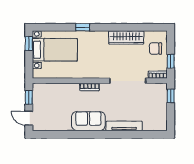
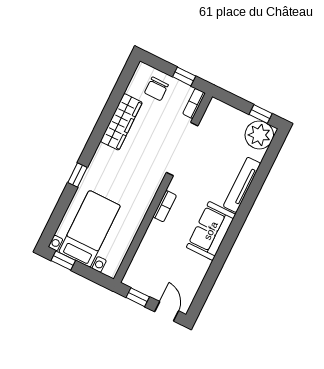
window: (171, 96) -> (261, 114), moved
door: (29, 118) -> (167, 311), swing flipped
plant: (158, 122) -> (259, 135), added

